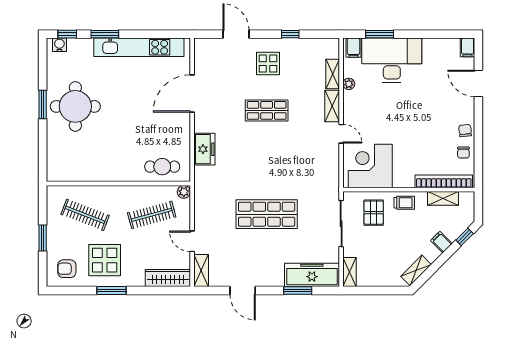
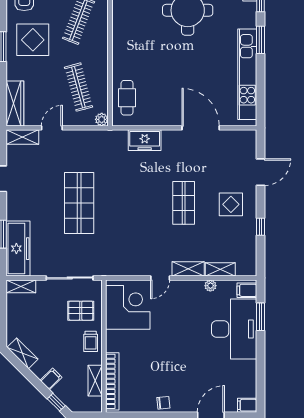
chair: (463, 153) -> (141, 401), removed

